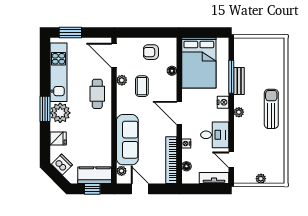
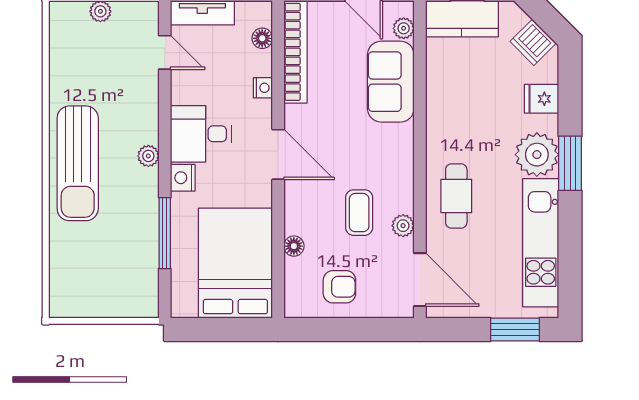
bench: (239, 81) -> (148, 224), removed
sun lounger: (271, 109) -> (78, 163), width x1.36, depth x1.34
desk: (215, 135) -> (201, 134), moved
sofa: (127, 140) -> (391, 82), width x0.73

